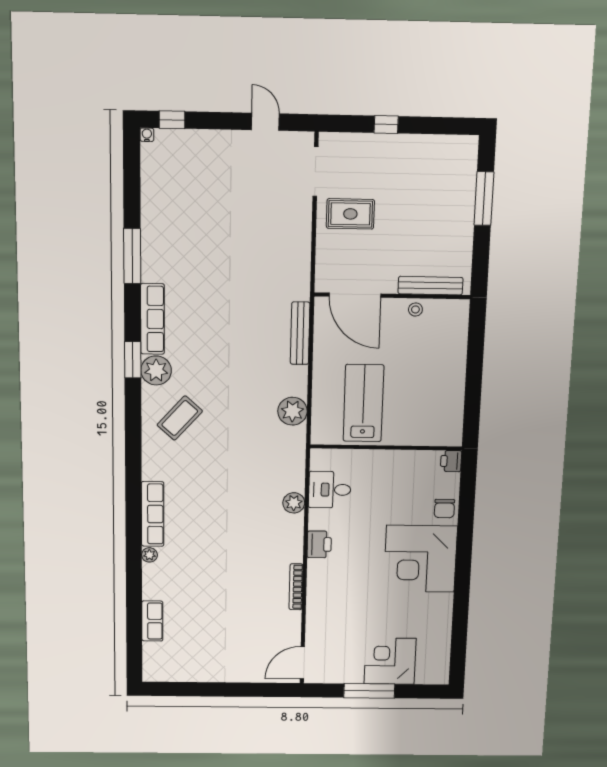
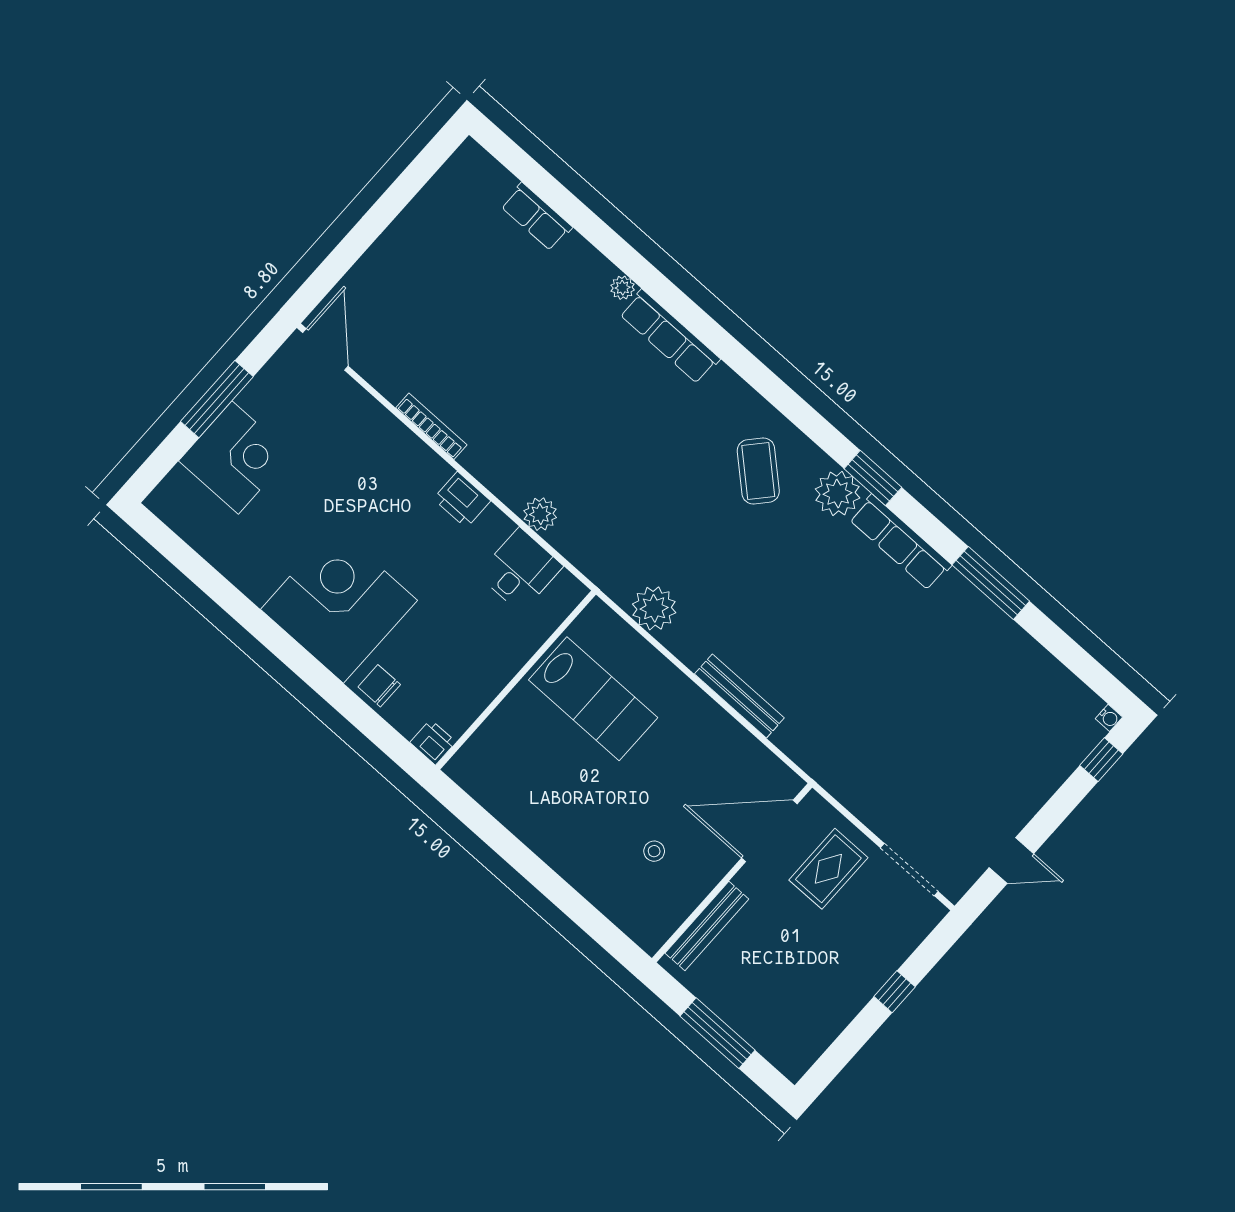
bench: (430, 286) -> (707, 926), moved
door: (355, 295) -> (769, 831), moved
wall: (392, 296) -> (732, 873), moved

